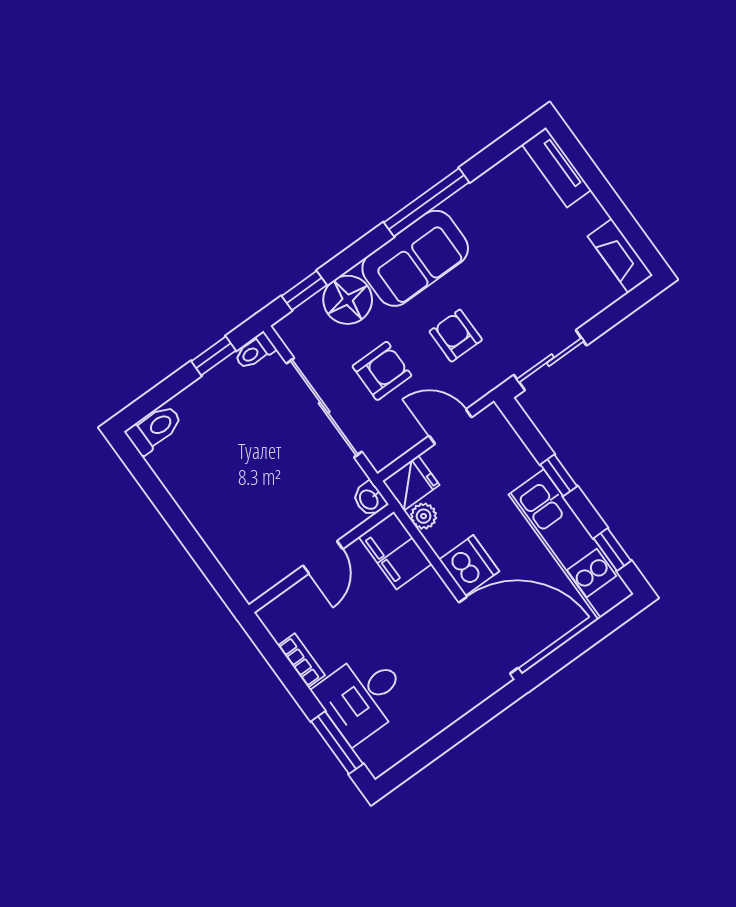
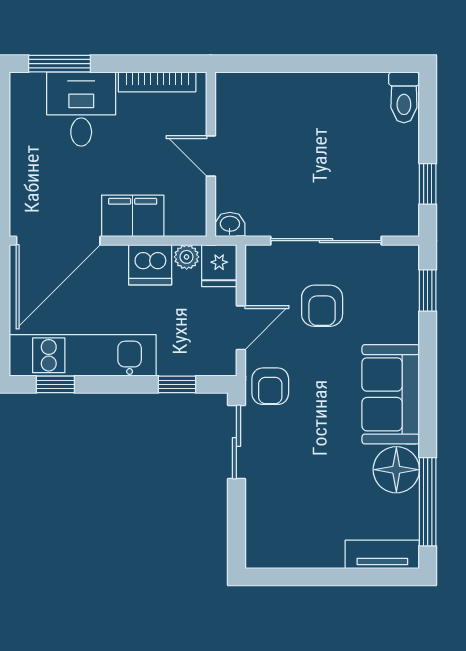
window: (426, 202) -> (428, 502), moved
fireplace: (620, 256) -> (278, 554), removed
floor lamp: (348, 300) -> (396, 470), moved
armchair: (456, 336) -> (270, 386), moved, turned 90
toilet: (255, 351) -> (408, 218), removed
window: (559, 475) -> (177, 384), moved
filing cabinet: (395, 550) -> (133, 216), moved
dishwasher: (469, 565) -> (150, 265), moved
bookcase: (301, 660) -> (157, 82), width x1.56

